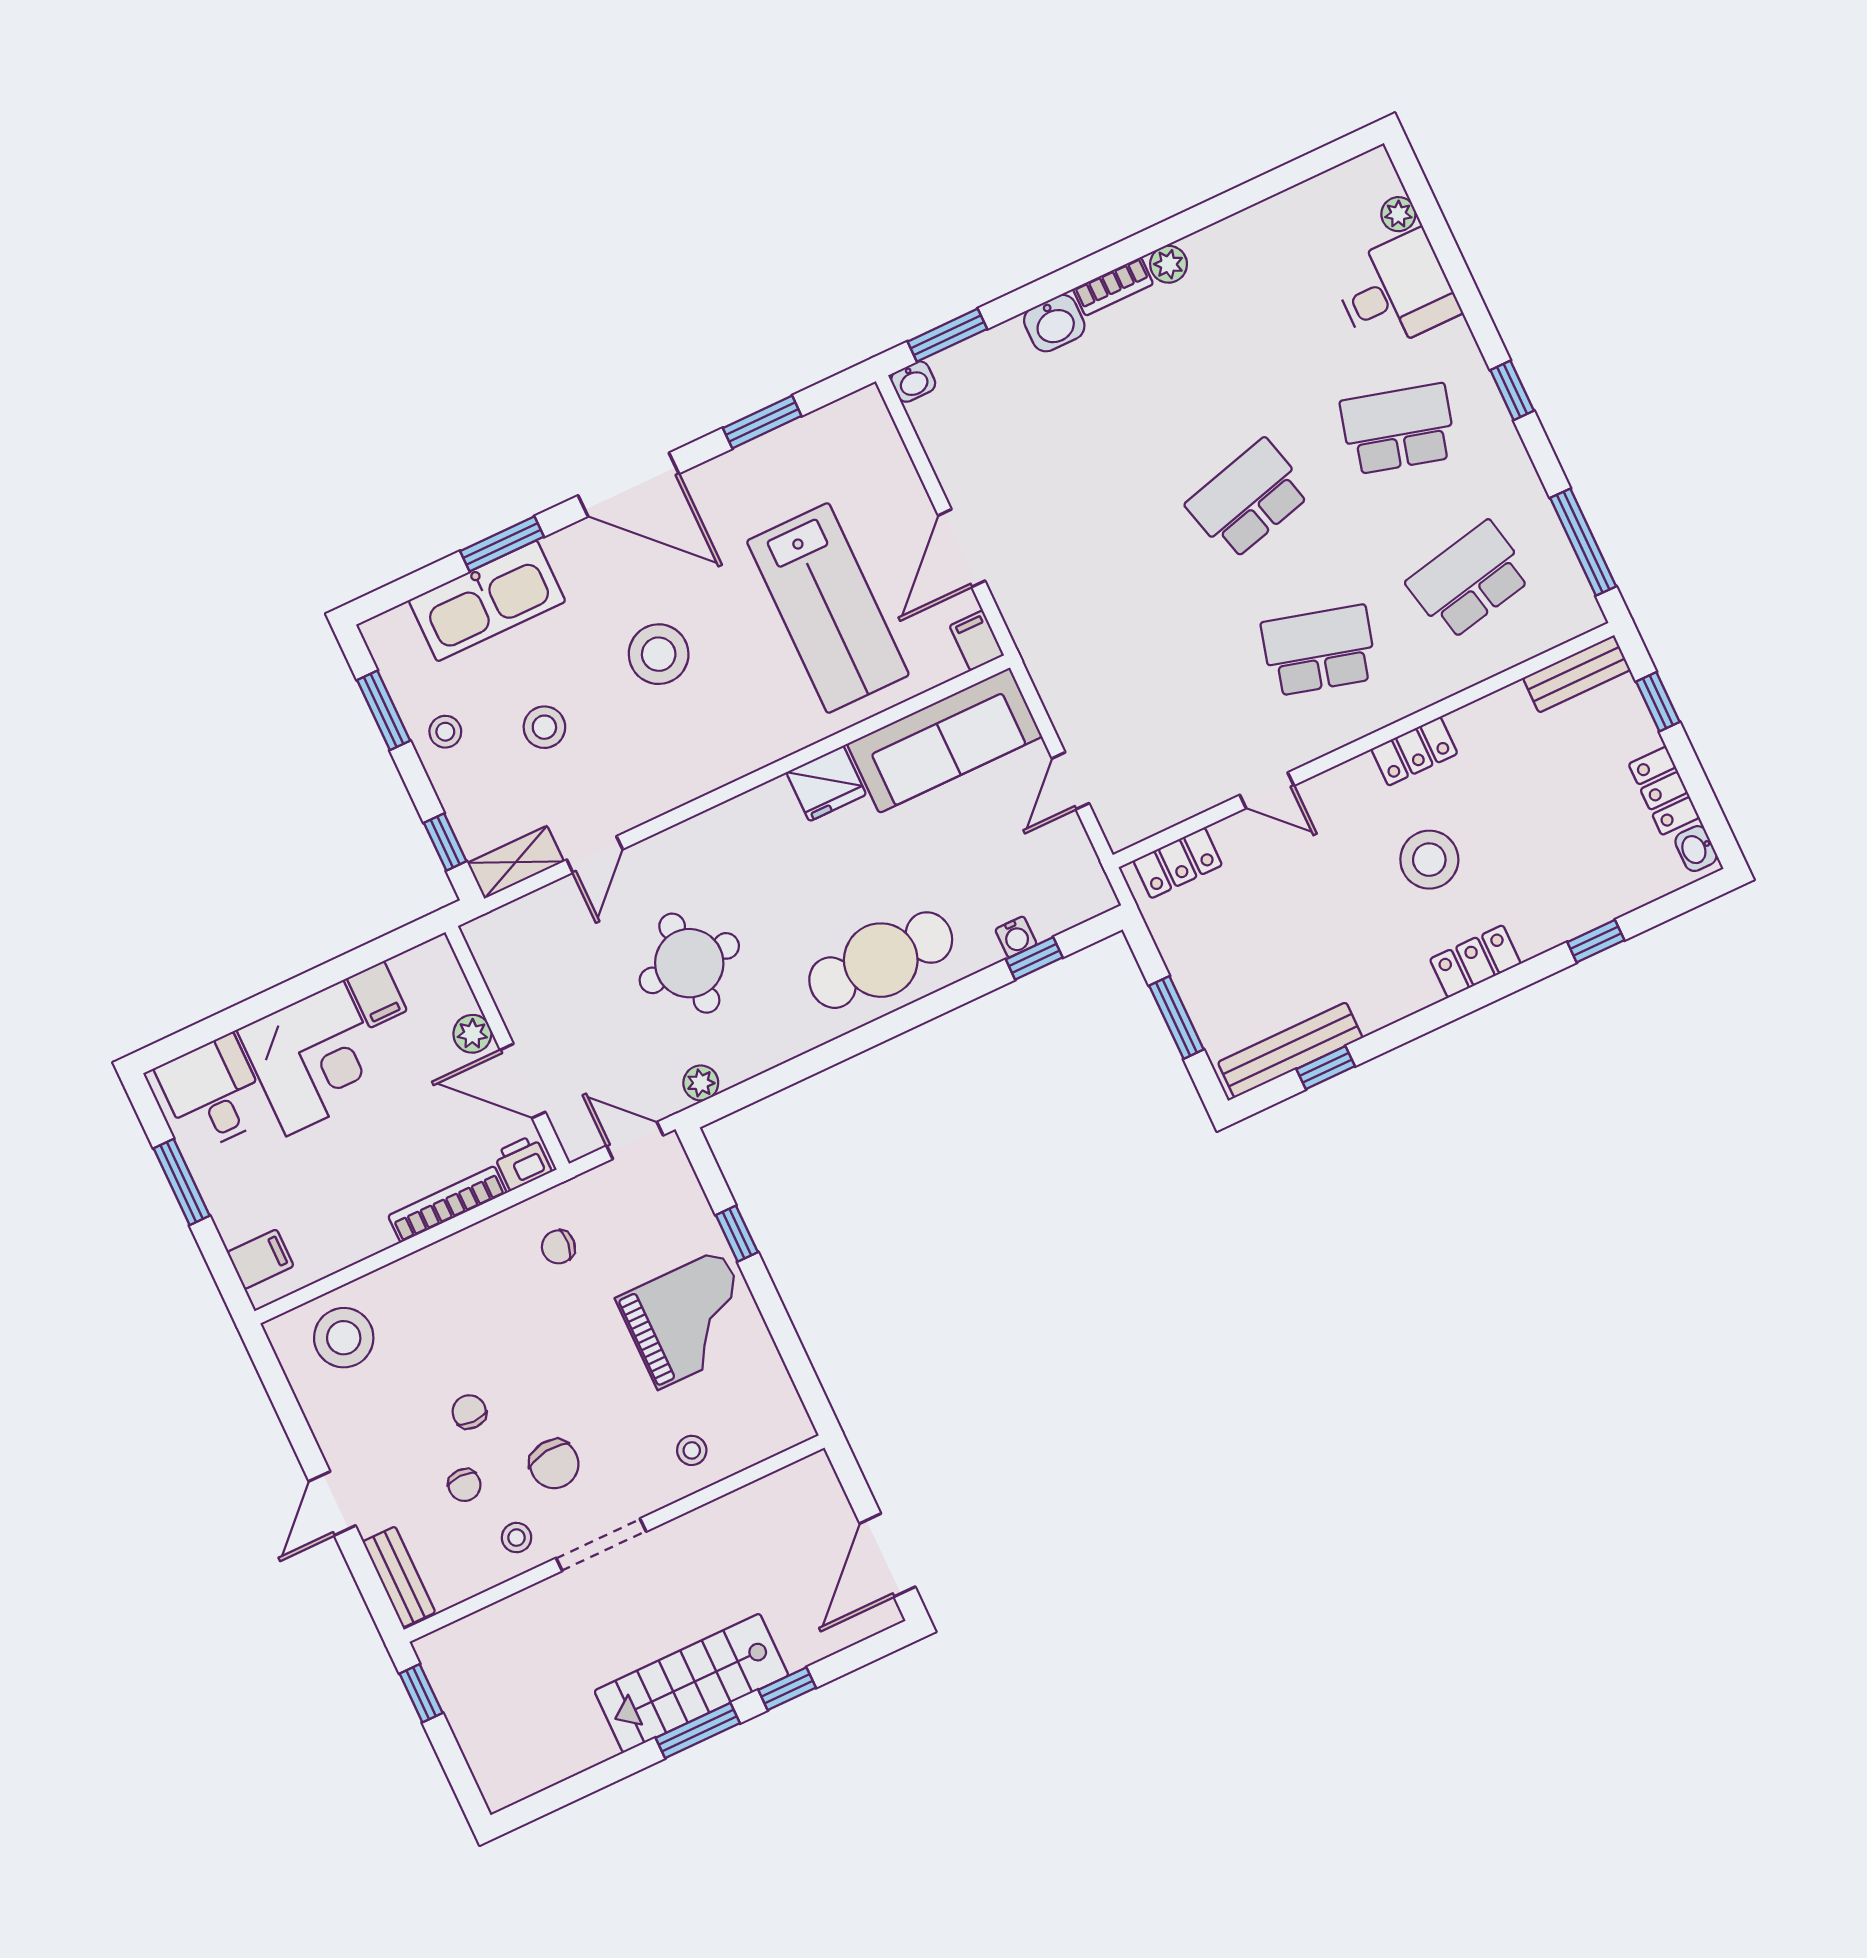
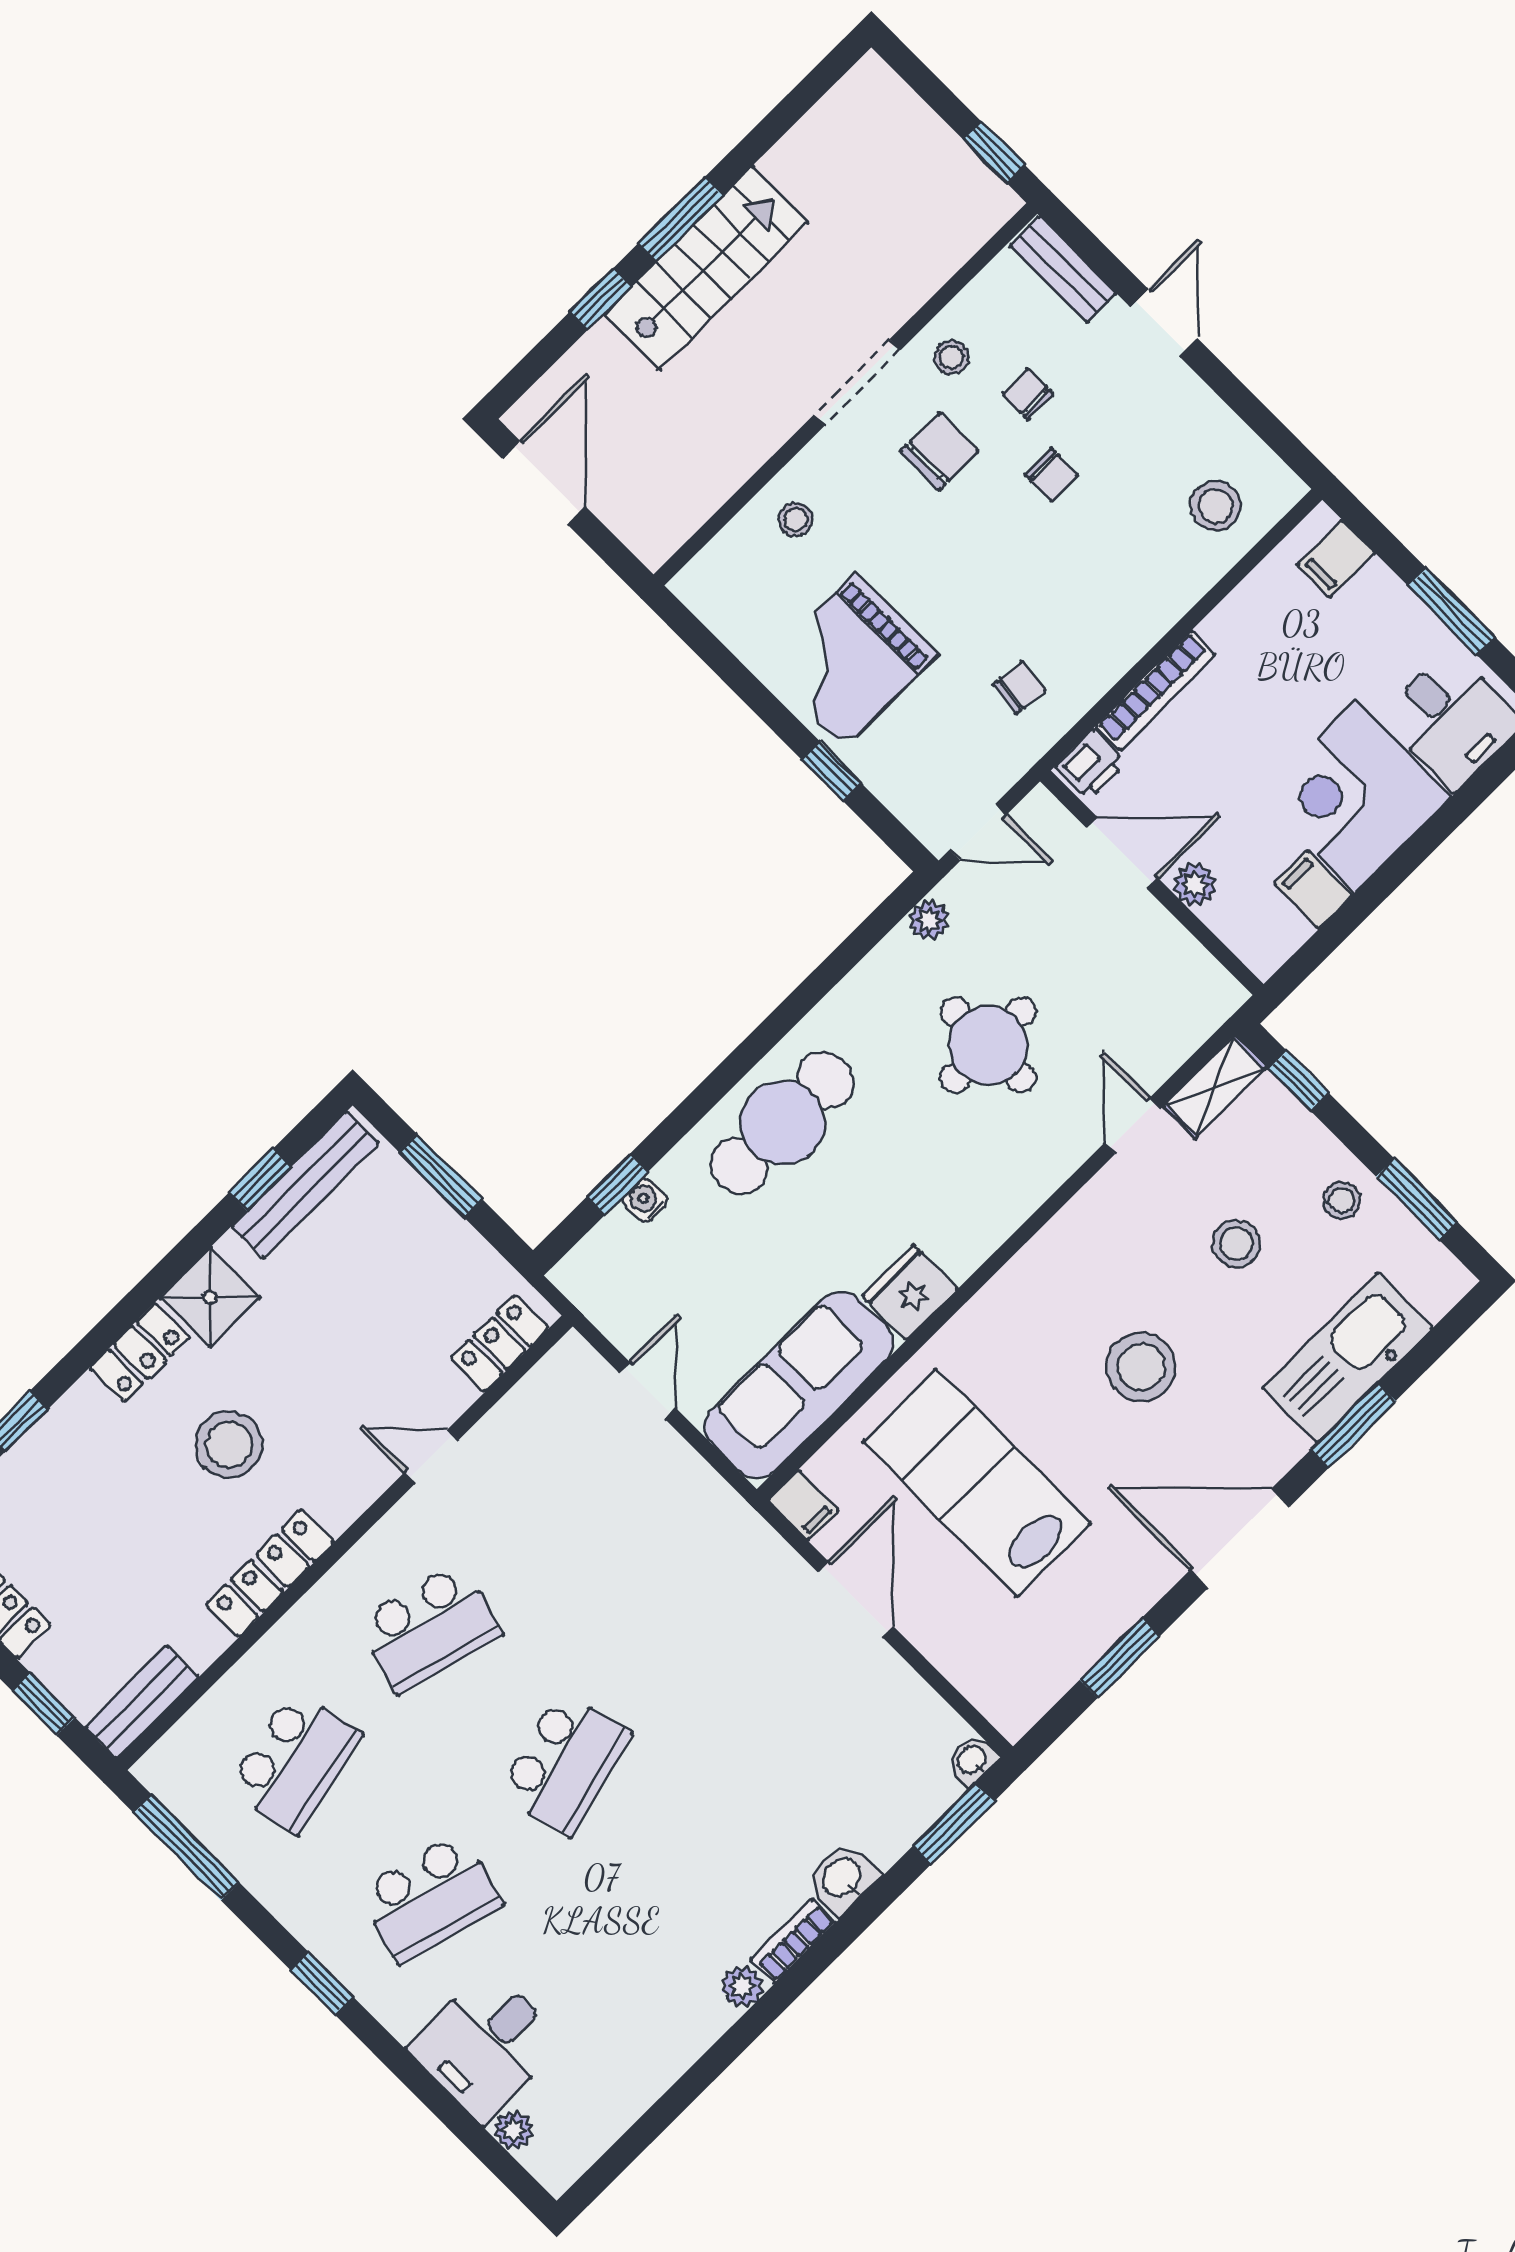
locker: (1414, 751) -> (270, 1573), width x1.53
shower: (1401, 986) -> (210, 1298), added
stool: (344, 1338) -> (1216, 506), width x0.73, depth x0.73
chair: (554, 1464) -> (939, 451), turned 97

